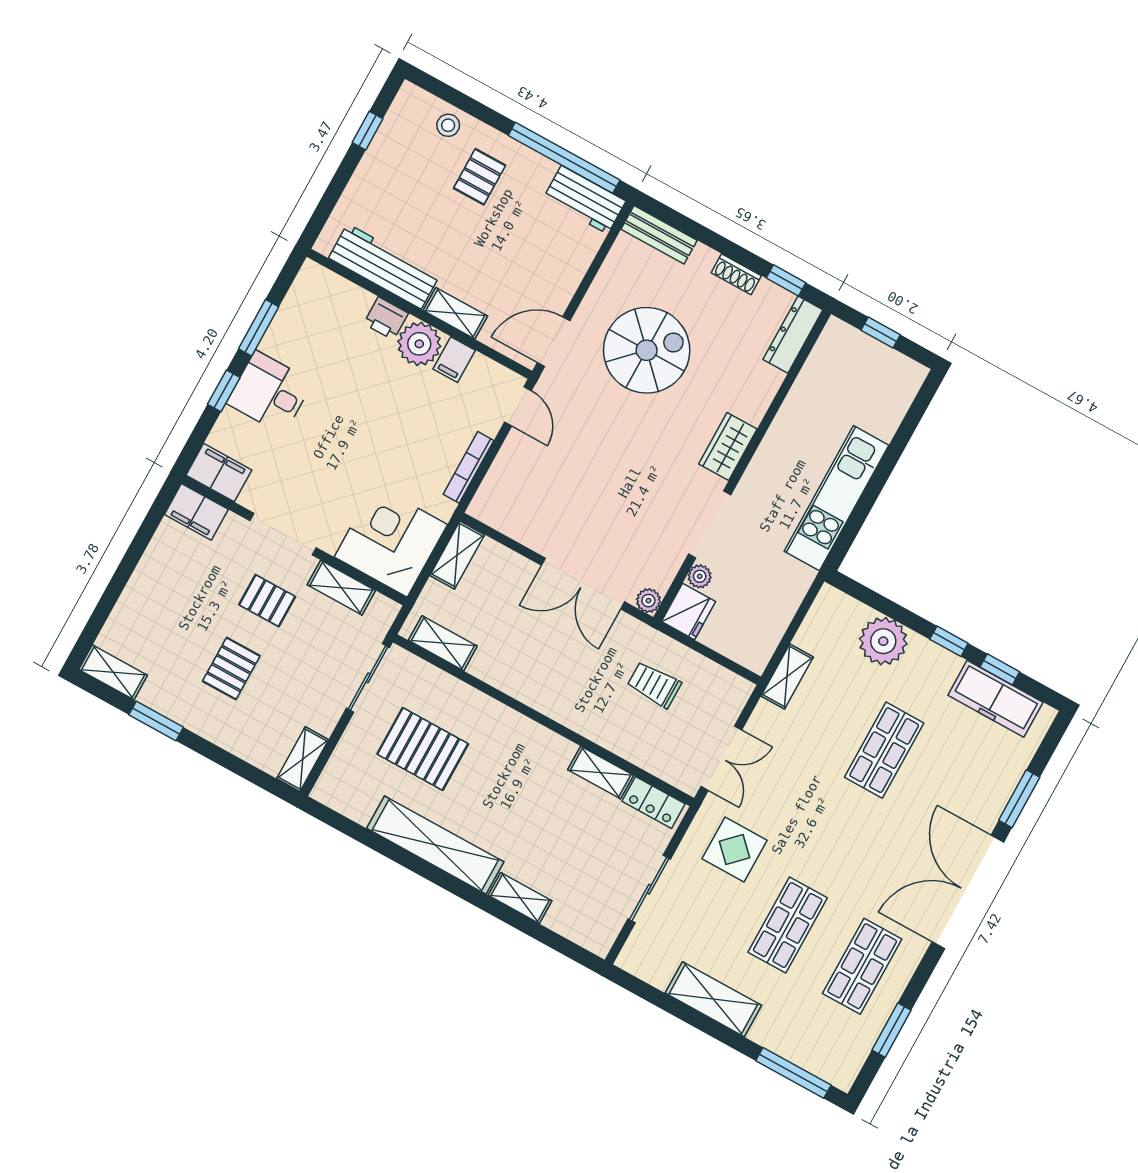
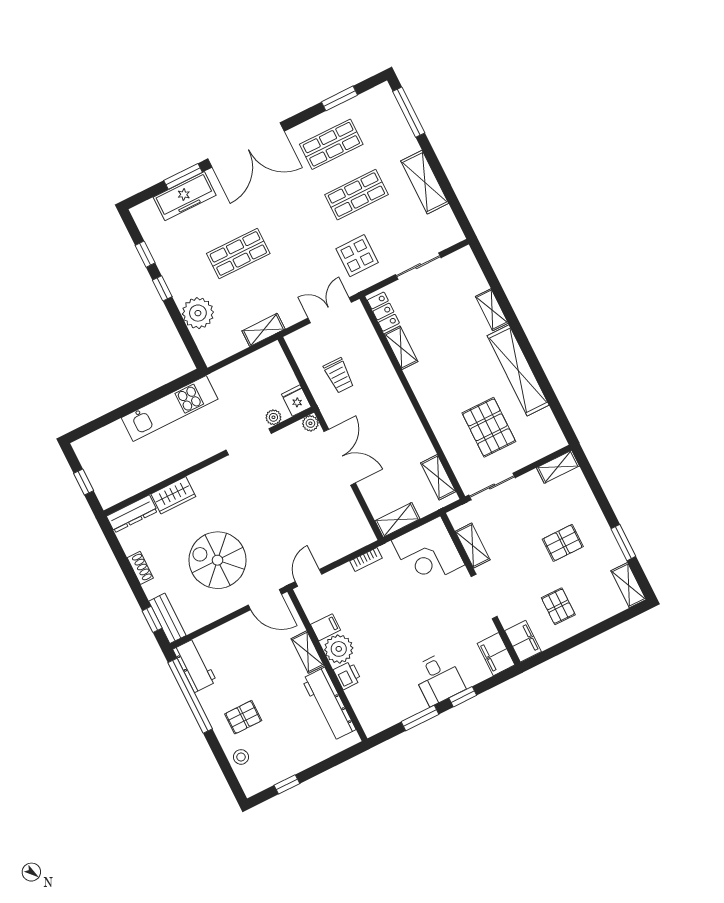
window: (786, 280) -> (152, 619), moved
wardrobe: (728, 447) -> (173, 495), moved
bookcase: (468, 467) -> (366, 559), width x0.64
pallet: (267, 601) -> (558, 606), moved
fridge: (689, 611) -> (296, 401), width x0.72
freezer: (995, 699) -> (185, 196), moved, turned 90

